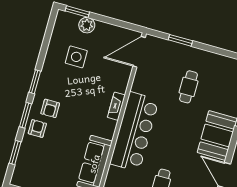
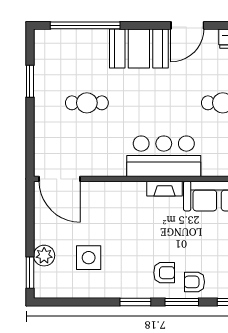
window: (180, 40) -> (30, 81), moved
fireplace: (116, 106) -> (164, 189), moved
bar counter: (134, 132) -> (164, 156), width x0.73

